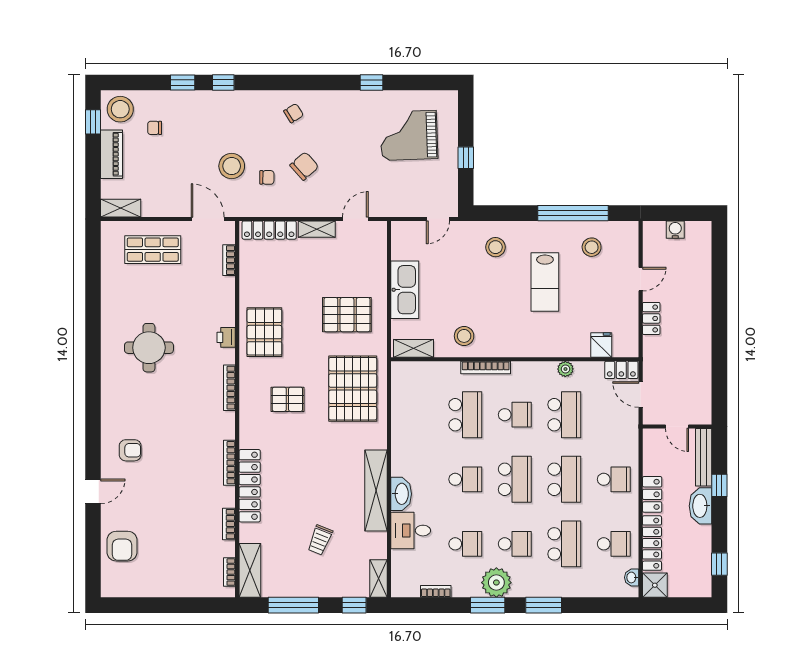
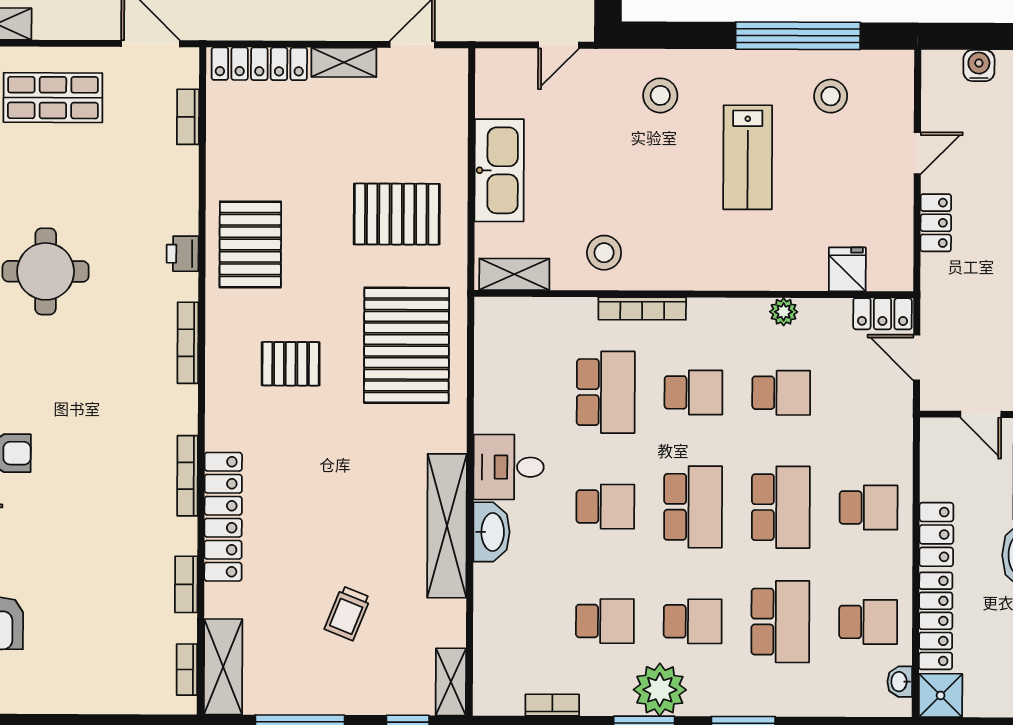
school desk: (564, 415) -> (781, 393), width x0.54
desk: (411, 531) -> (509, 467), moved

